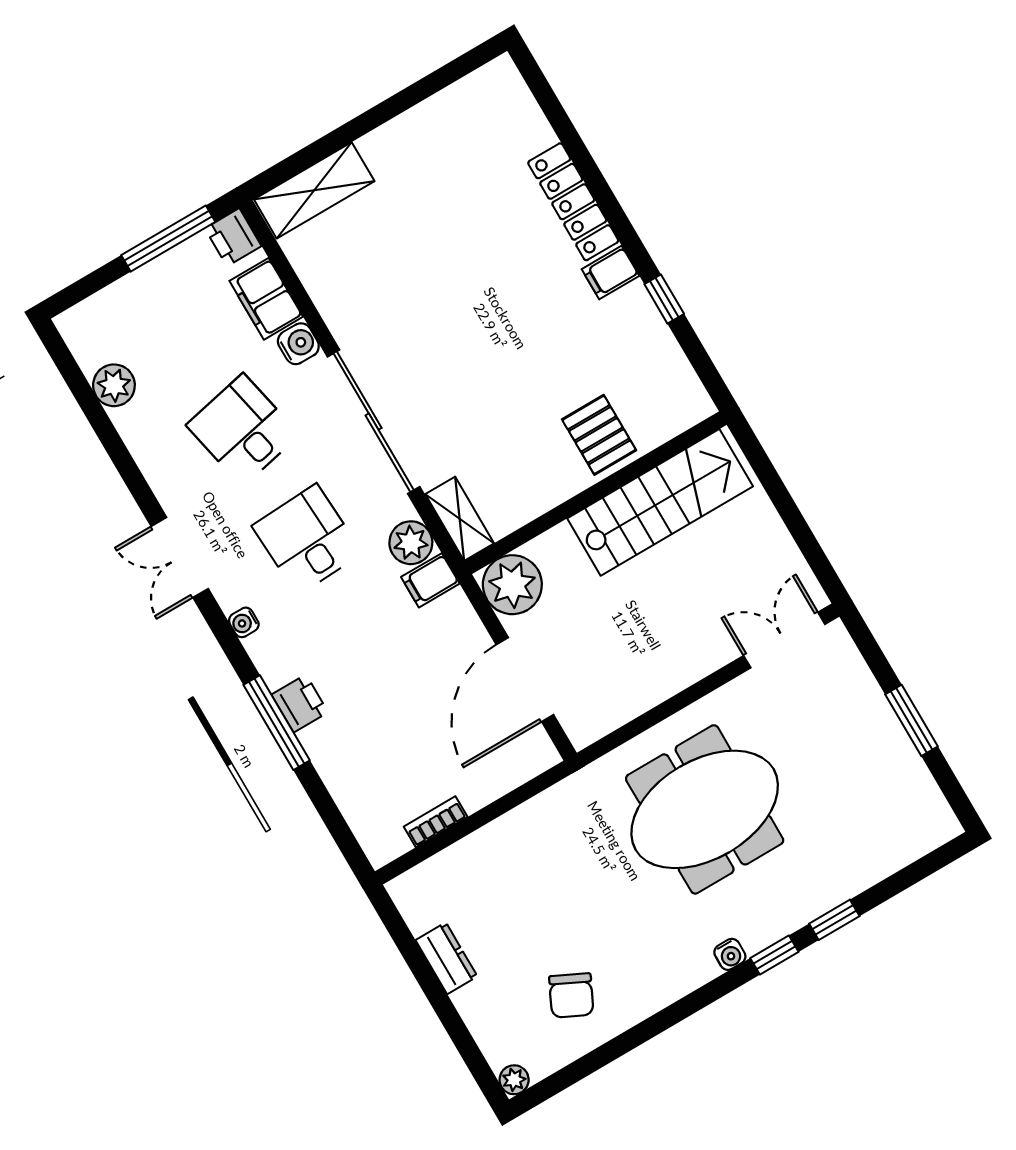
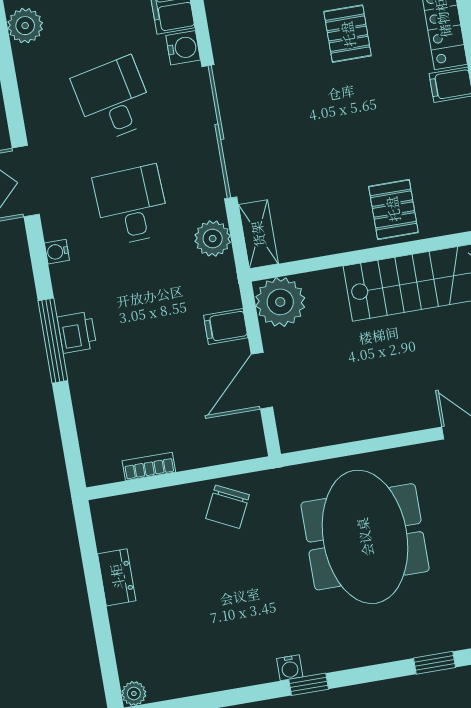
pallet: (475, 259) -> (348, 34), added
filing cabinet: (430, 580) -> (226, 326), moved
door: (525, 680) -> (262, 381), width x0.73
meeting table: (705, 809) -> (365, 537), turned 90
water cooler: (730, 954) -> (290, 668), moved
window: (774, 955) -> (309, 684), moved
chair: (571, 995) -> (228, 507), moved

